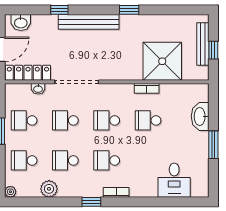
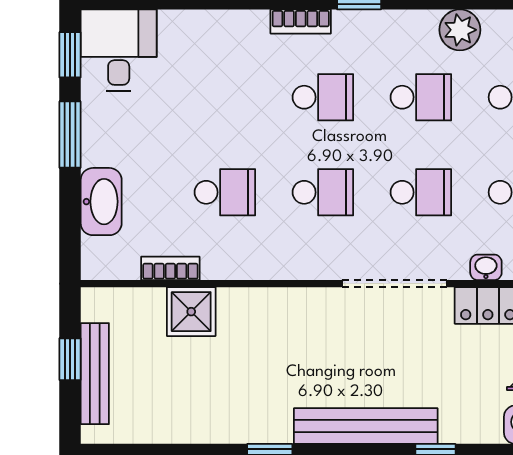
shower: (162, 61) -> (191, 312), width x0.54, depth x0.54
bookcase: (147, 88) -> (170, 268), moved
window: (213, 178) -> (70, 55), added
desk: (174, 180) -> (119, 50), moved

